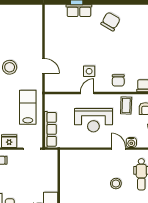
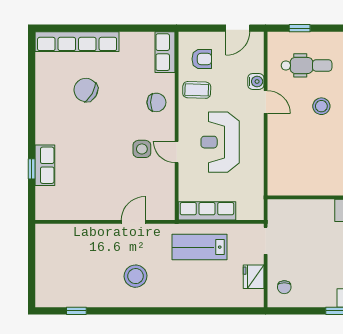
chair: (111, 22) -> (86, 90), moved
reception desk: (93, 120) -> (220, 142), turned 180
row of seats: (50, 129) -> (207, 211), moved
door: (118, 149) -> (266, 102), swing flipped

